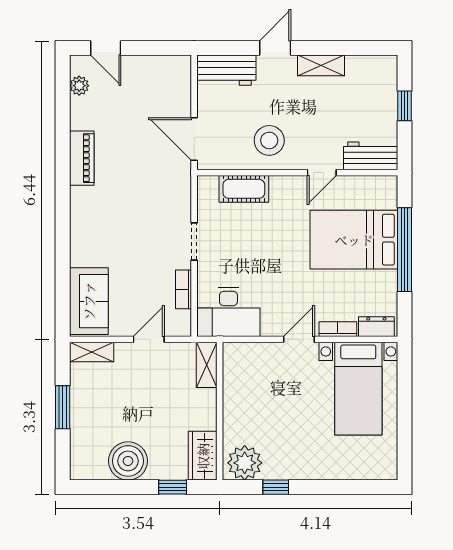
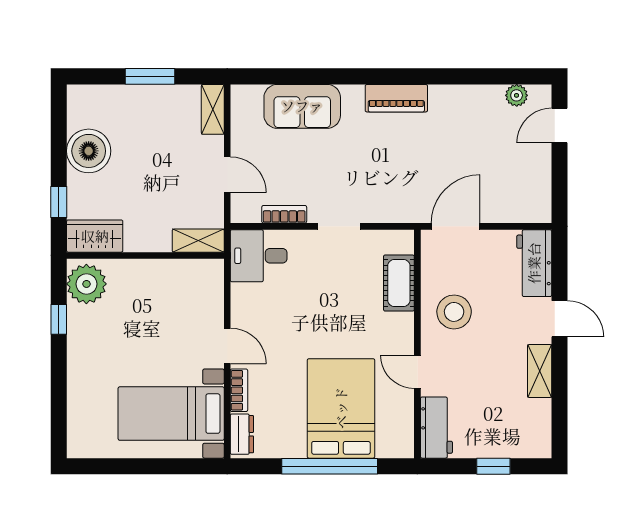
piano: (82, 158) -> (396, 98), moved
sofa: (89, 301) -> (302, 106), moved
desk: (228, 312) -> (259, 256), width x0.73

